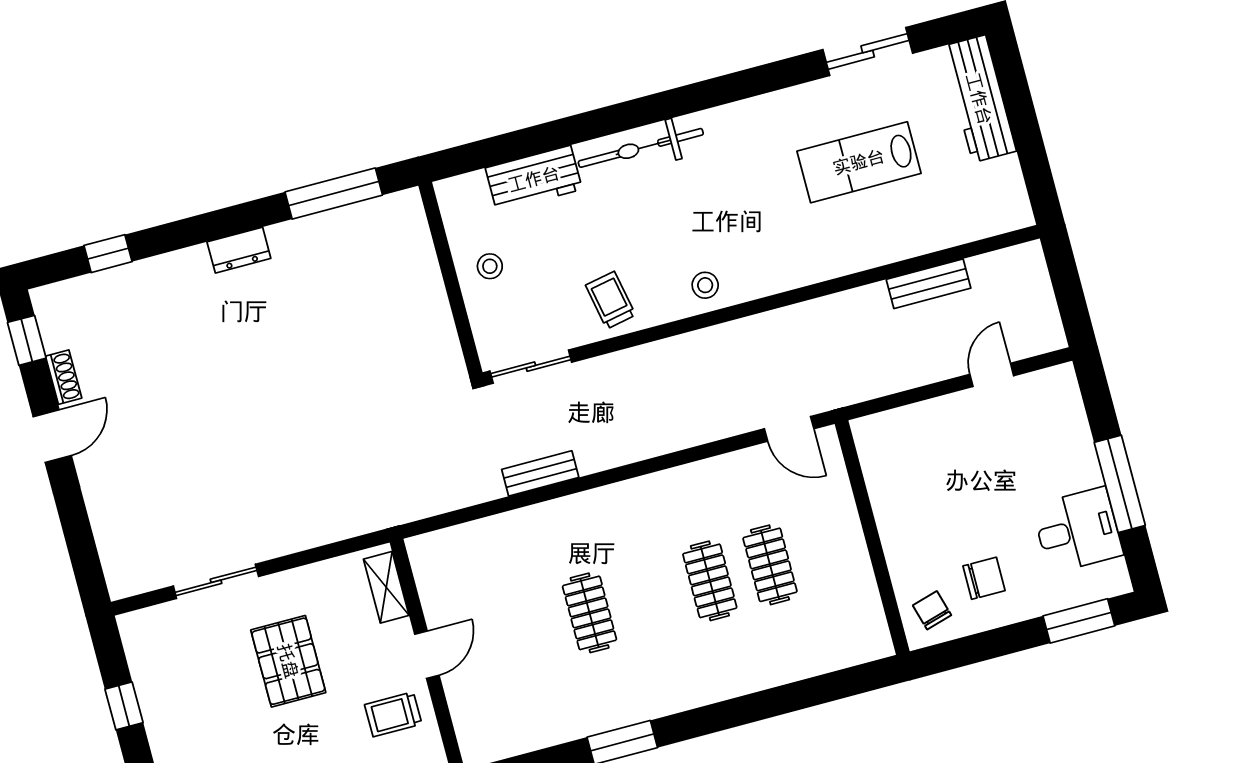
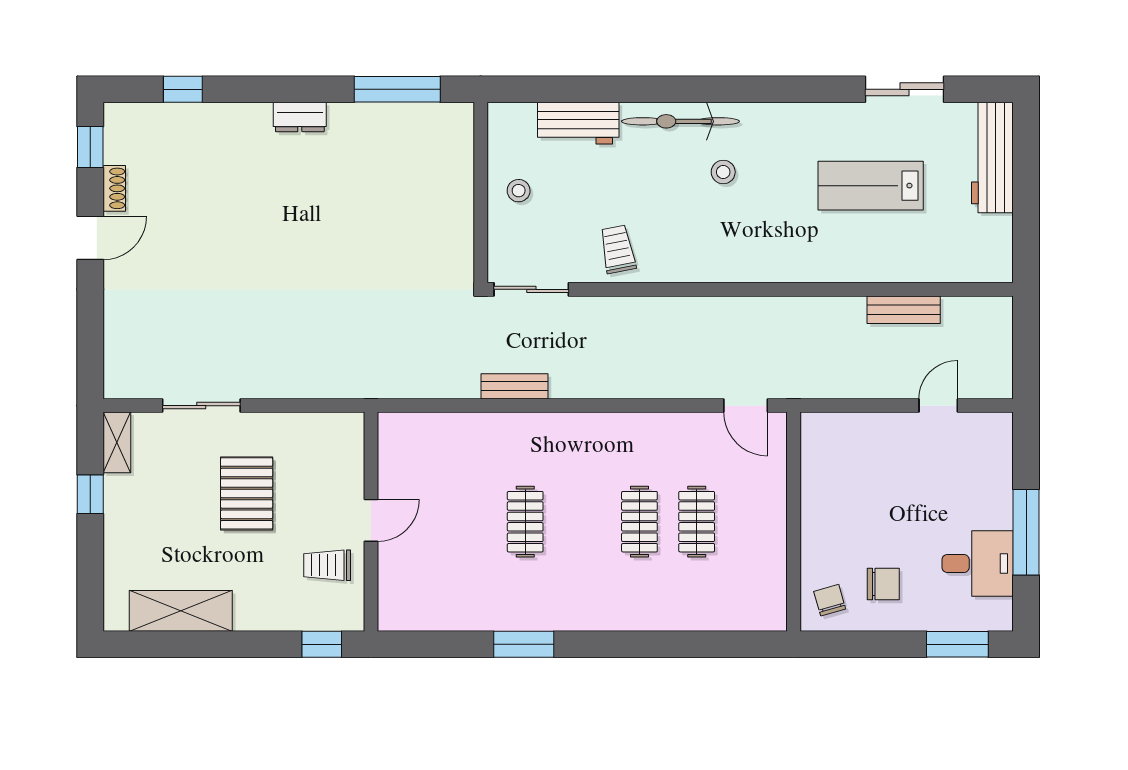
stool: (705, 285) -> (723, 172), moved
shelving: (386, 587) -> (117, 442), moved

